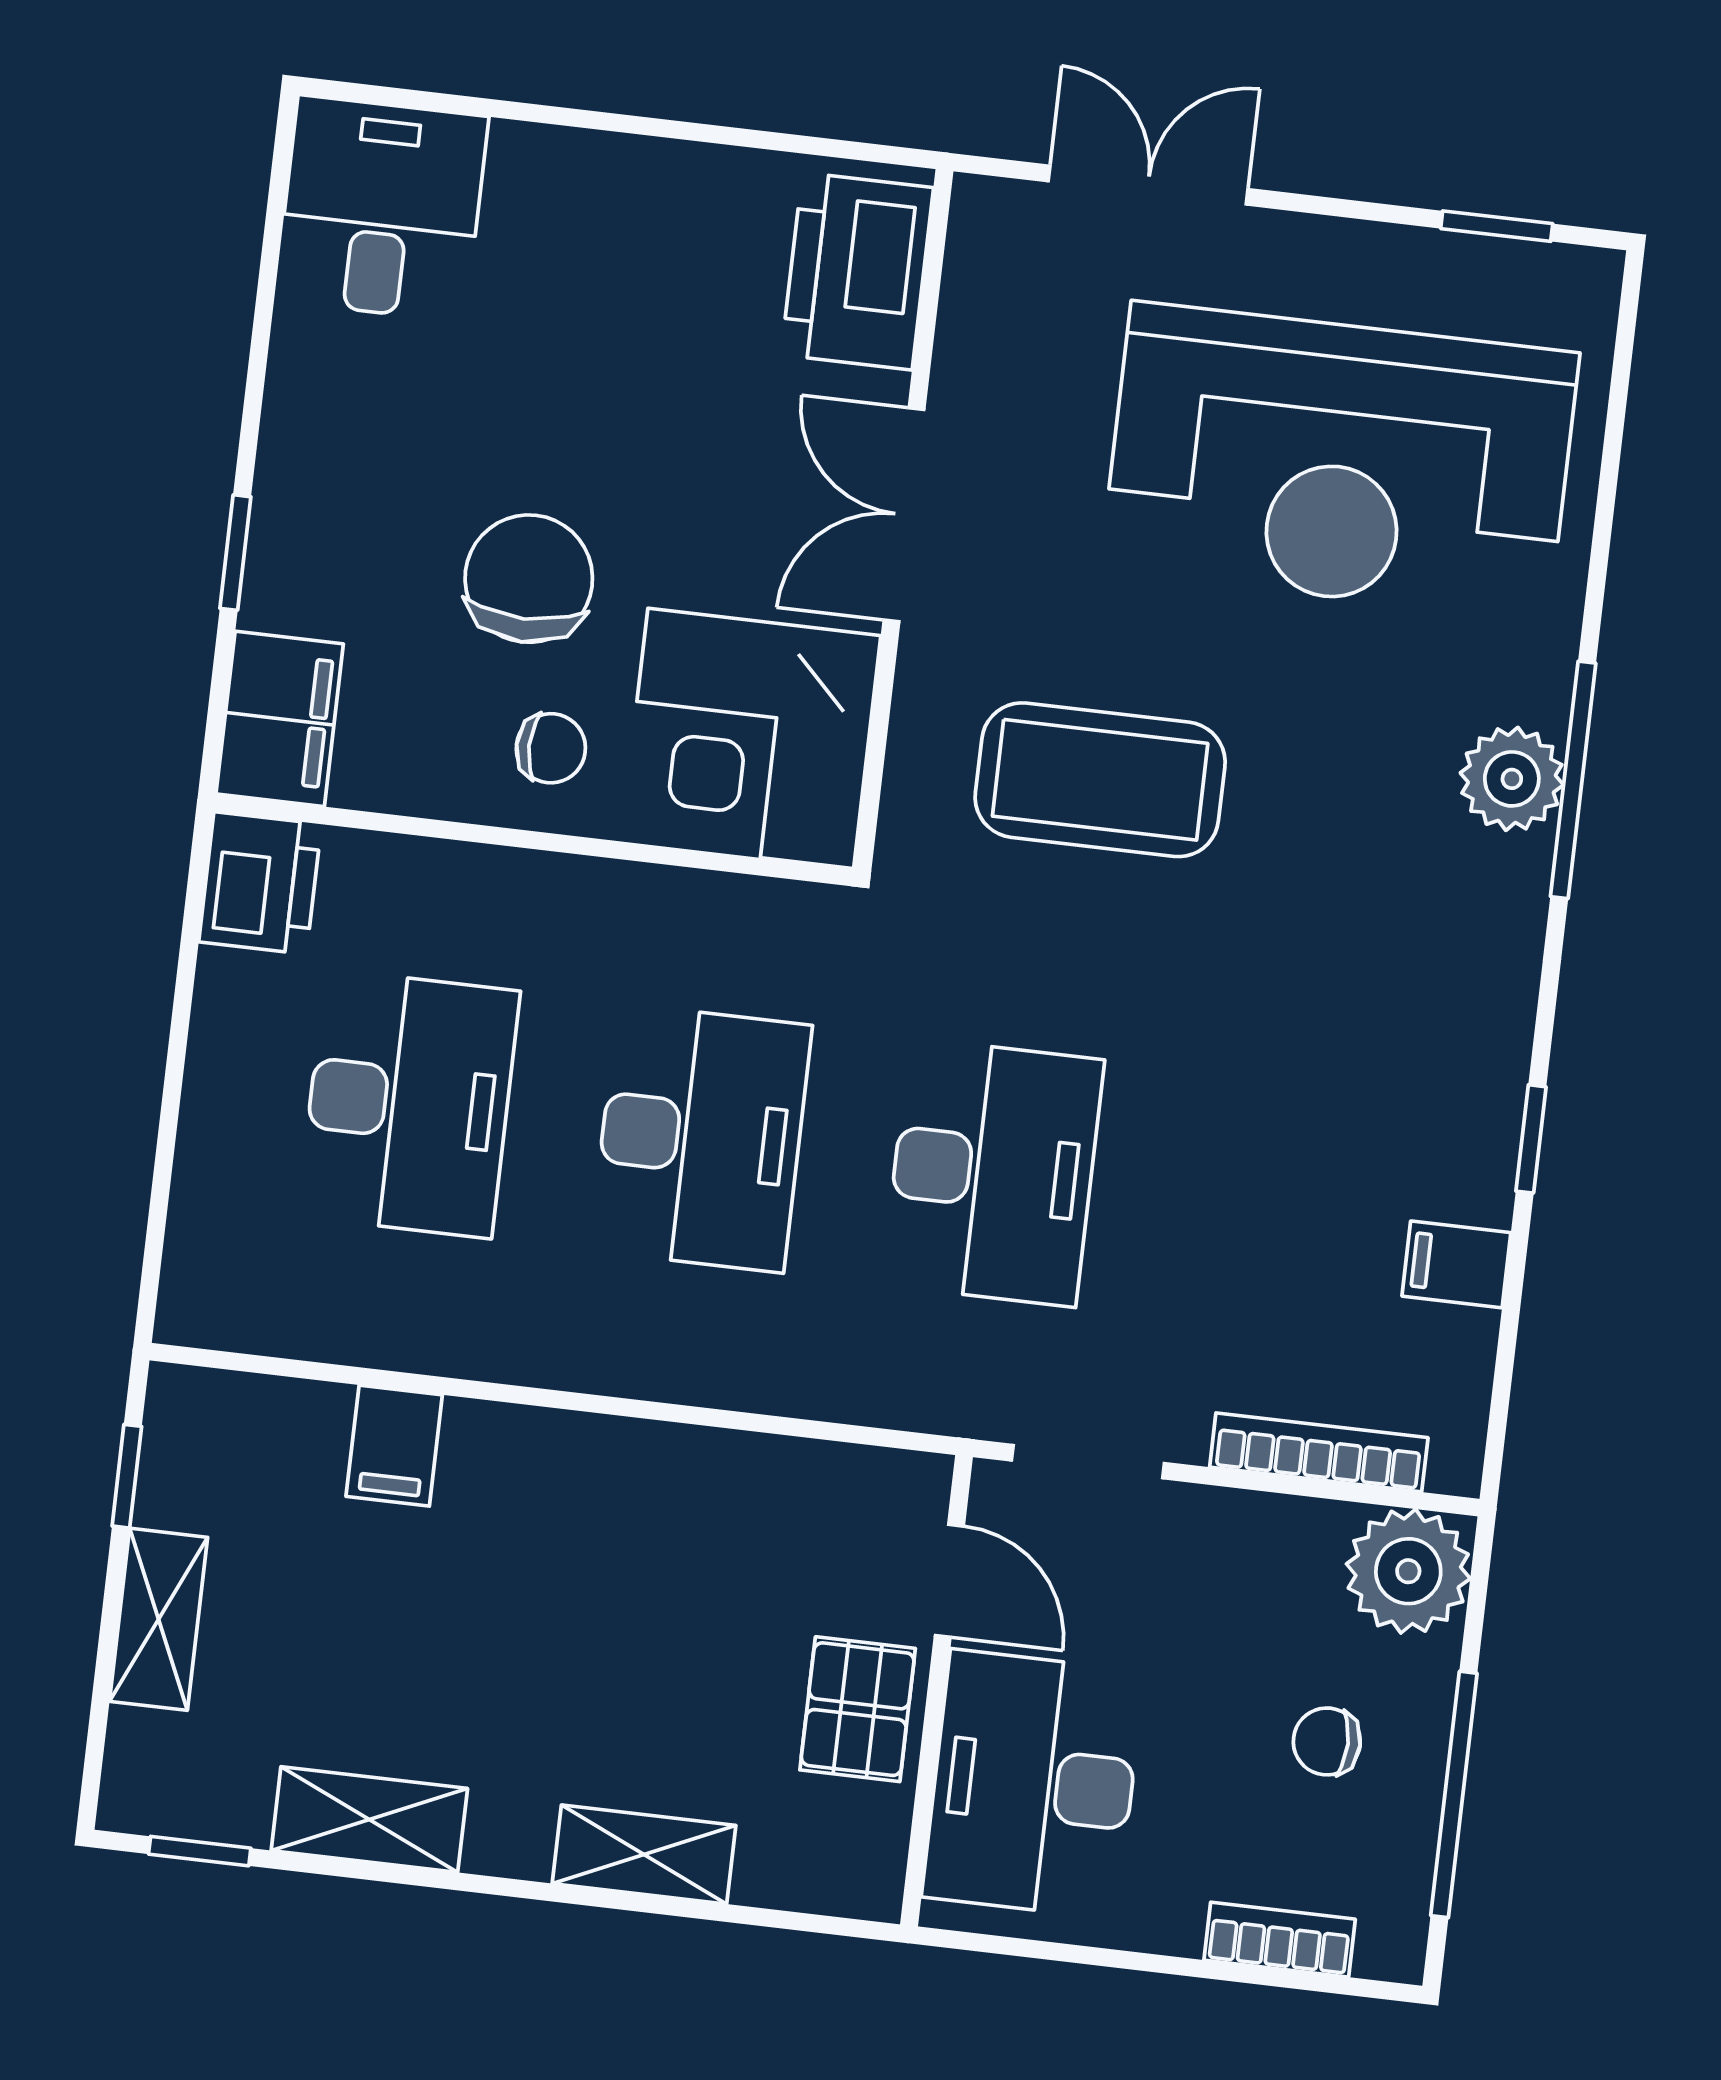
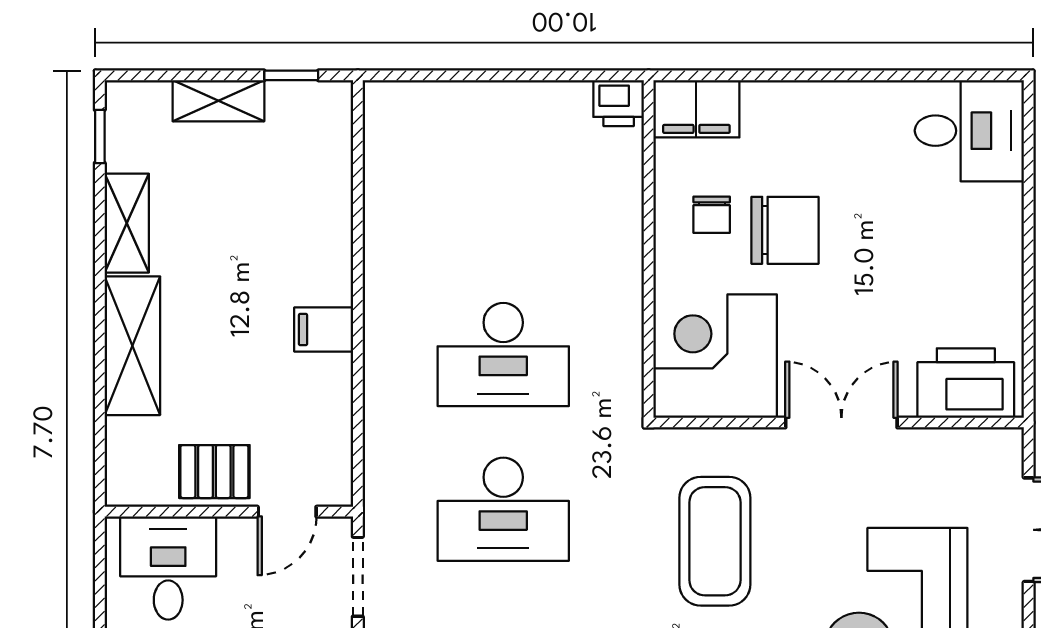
window: (235, 553) -> (781, 75), removed
chair: (551, 748) -> (712, 215), moved
printer: (260, 883) -> (619, 103), width x0.73, depth x0.81
desk: (409, 1104) -> (503, 200), removed
filing cabinet: (394, 1446) -> (324, 330), moved
desk: (1033, 1784) -> (168, 568), width x0.73
shelving: (644, 1854) -> (132, 346), width x1.50, depth x1.33

